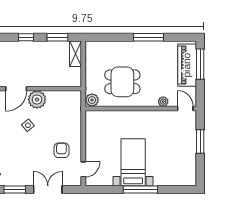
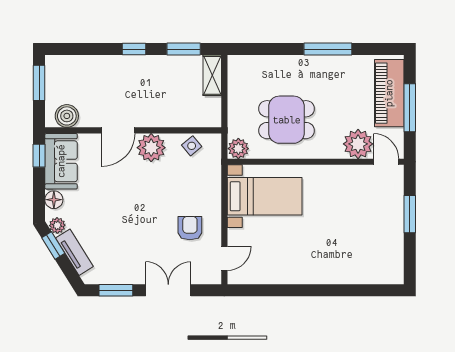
window: (200, 64) -> (410, 108), moved
plant: (163, 102) -> (358, 144), width x1.87, depth x1.87
side table: (28, 125) -> (192, 146), moved
bed with nightstands: (133, 162) -> (265, 196), moved, turned 90
window: (140, 190) -> (315, 290), removed

